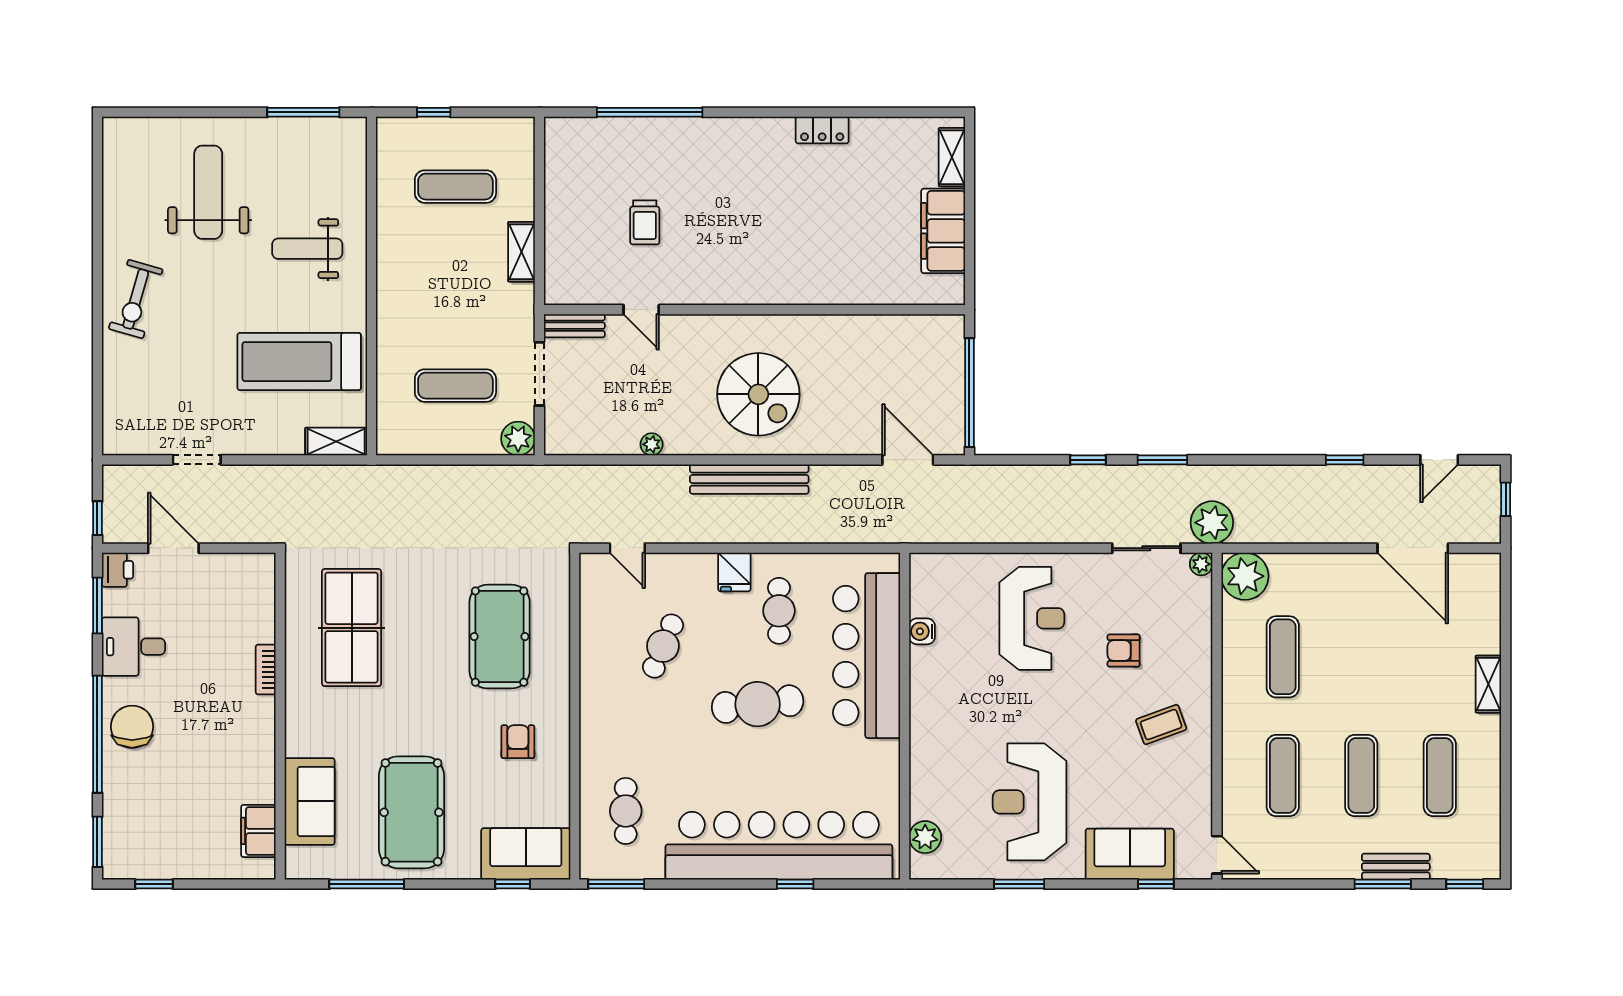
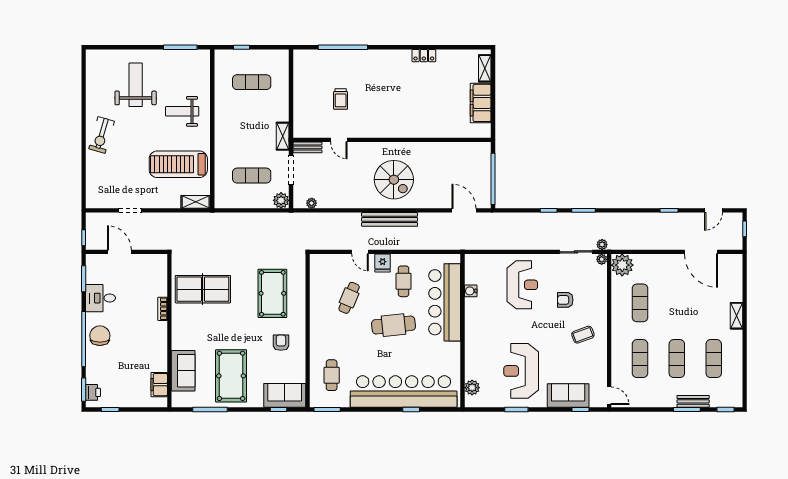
shelving: (522, 252) -> (283, 136), moved
plant: (652, 444) -> (312, 203), moved
plant: (1212, 523) -> (602, 245), width x0.53, depth x0.53
door: (627, 548) -> (360, 252), moved
printer: (117, 570) -> (93, 392), moved
table tennis table: (352, 628) -> (203, 289), turned 90

